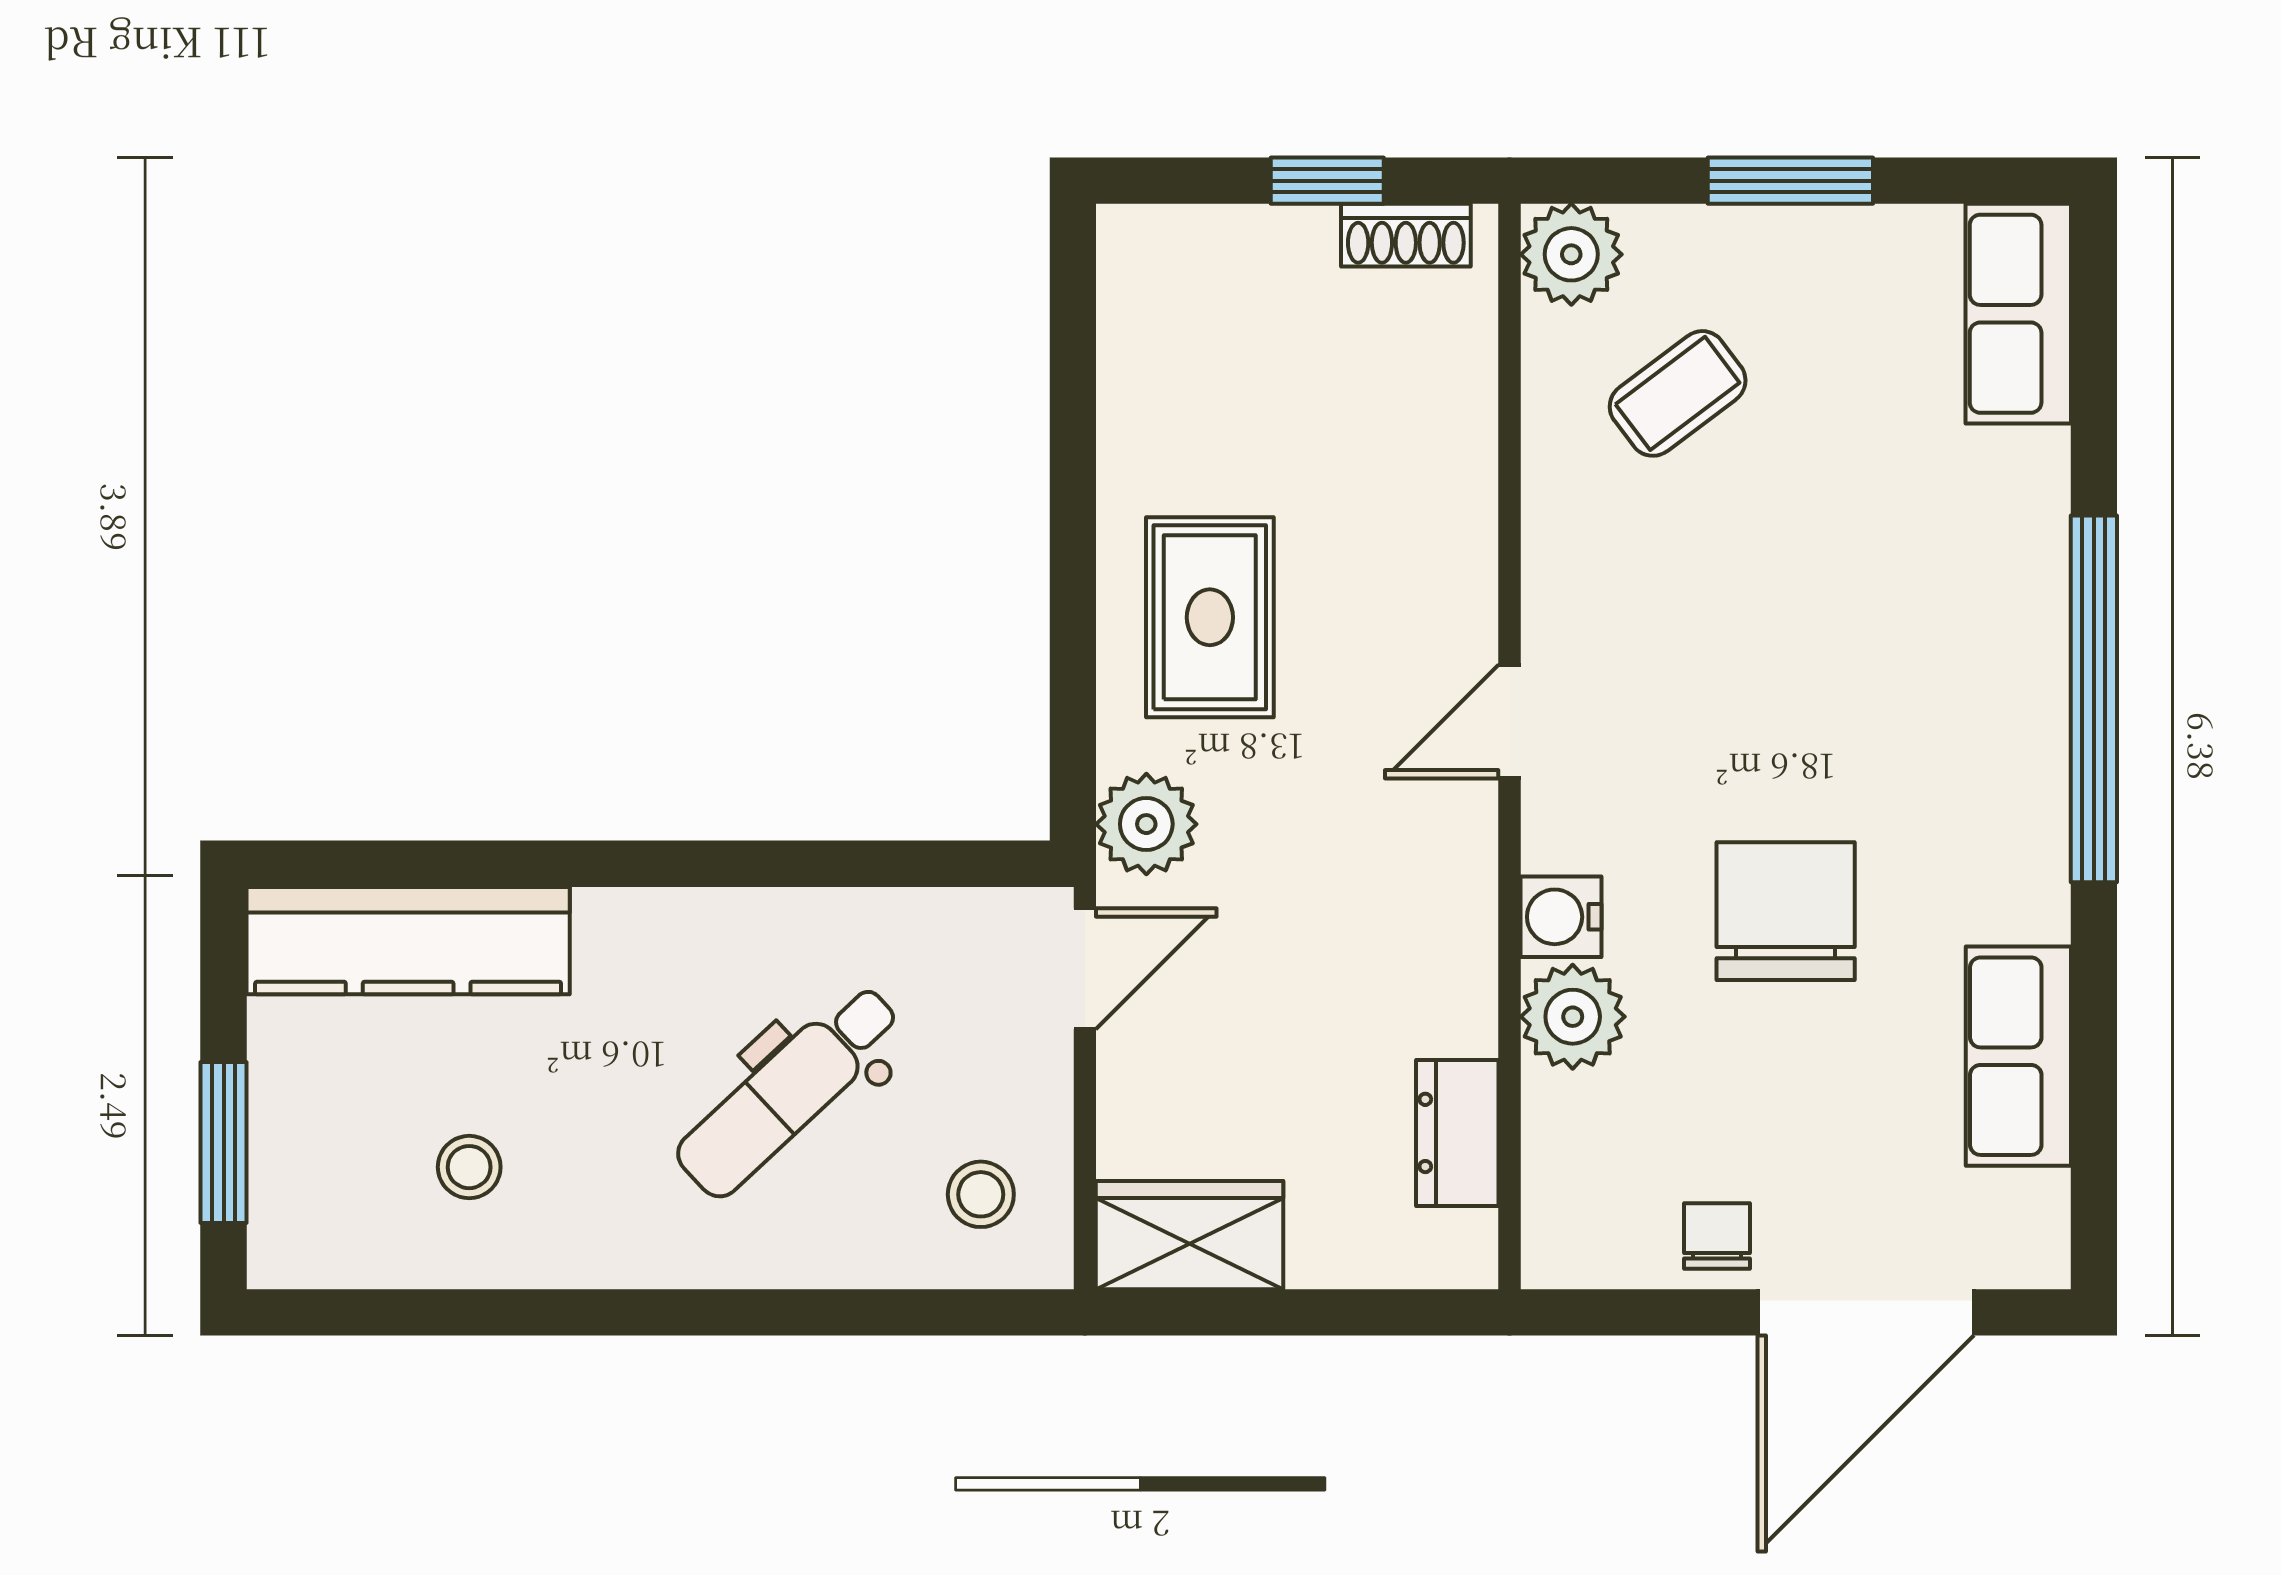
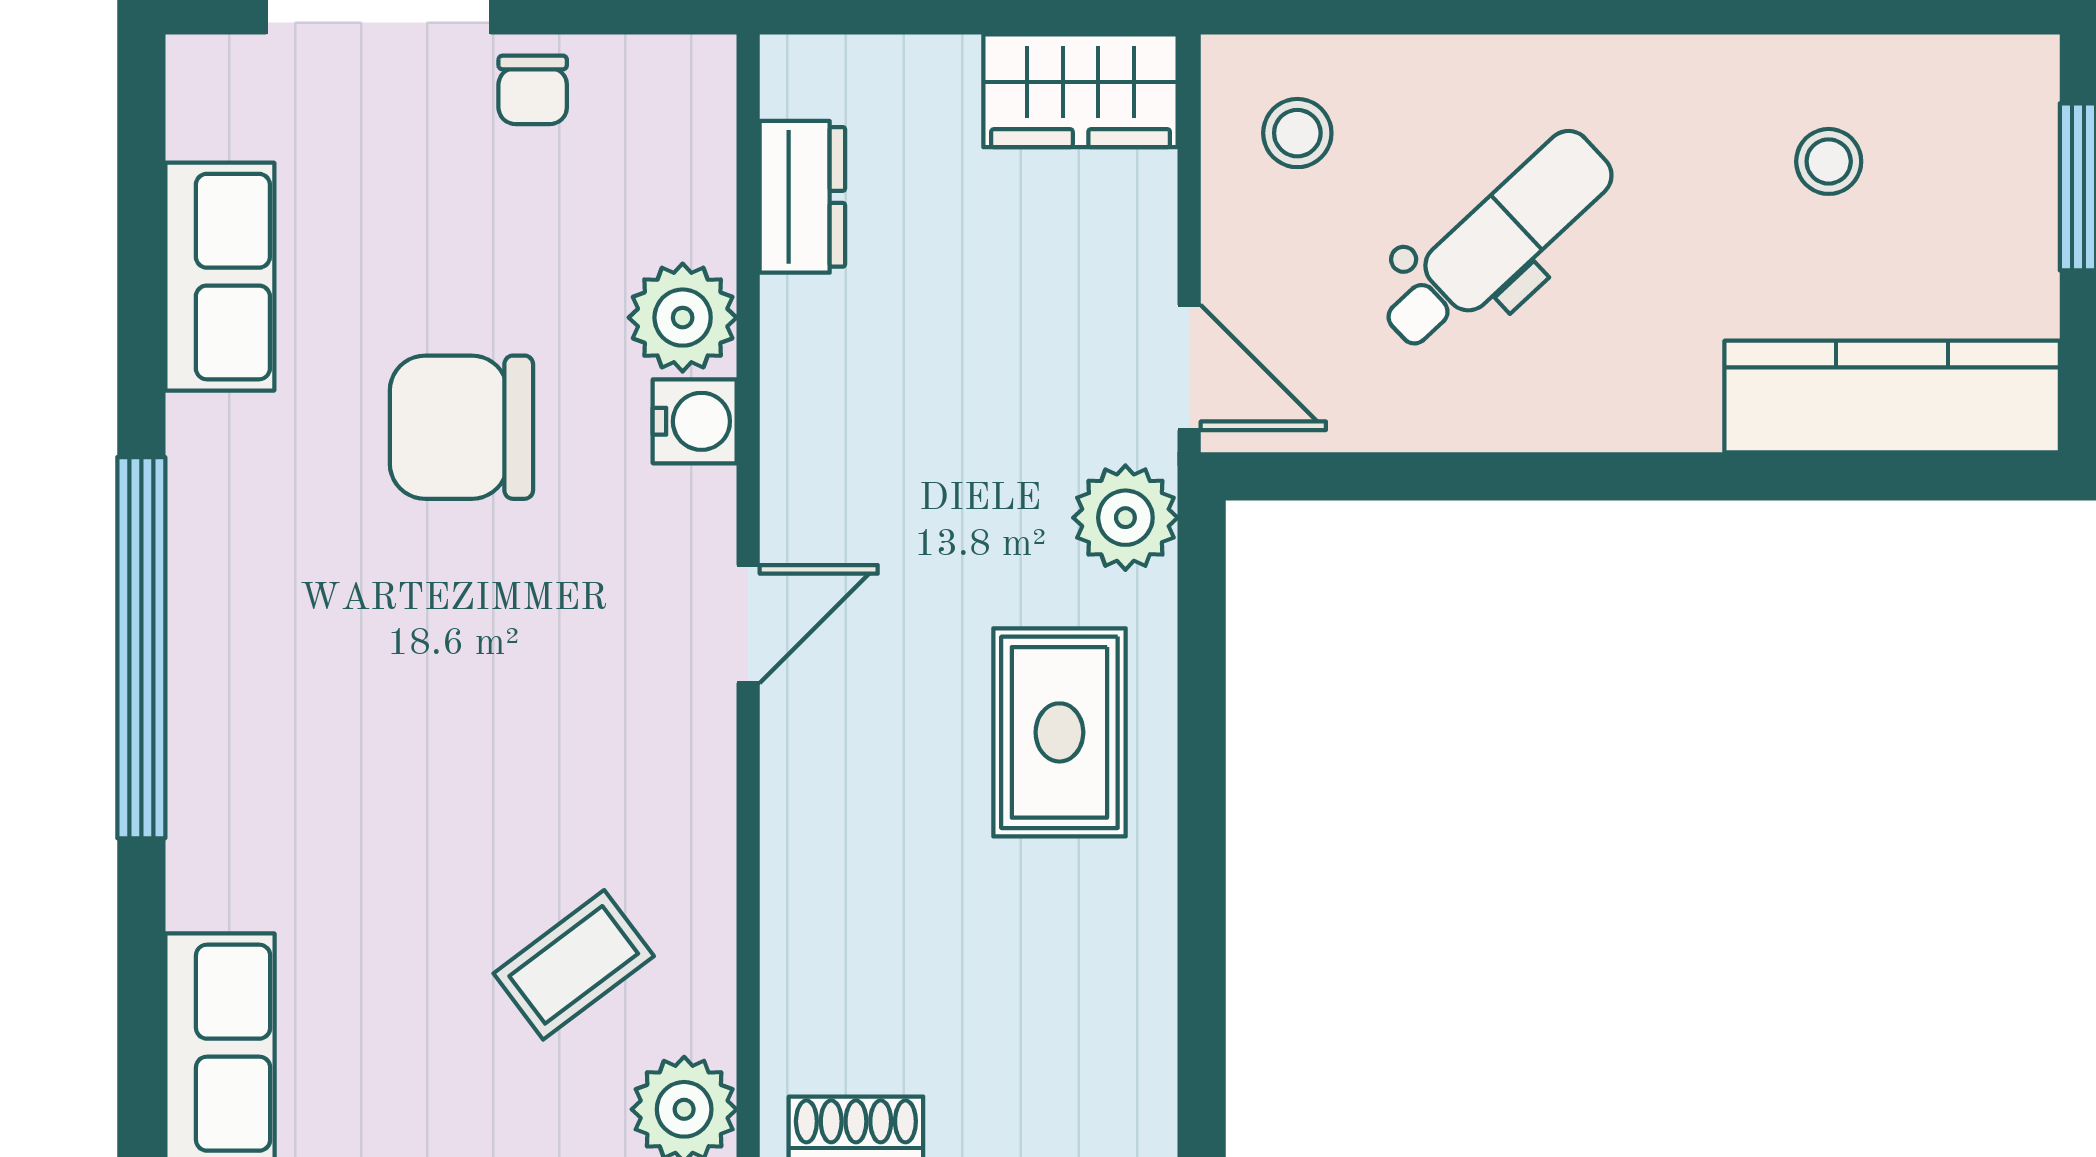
chair: (1786, 911) -> (461, 427), turned 90
door: (1085, 969) -> (1189, 367), swing flipped

